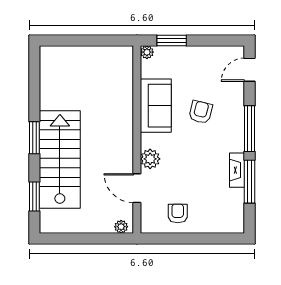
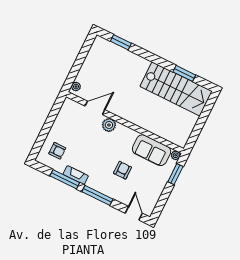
sofa: (156, 106) -> (152, 150), moved
armchair: (201, 112) -> (122, 170), turned -104
window: (34, 138) -> (184, 73), moved
stairs: (60, 159) -> (176, 89), moved
armchair: (178, 213) -> (57, 151), moved

